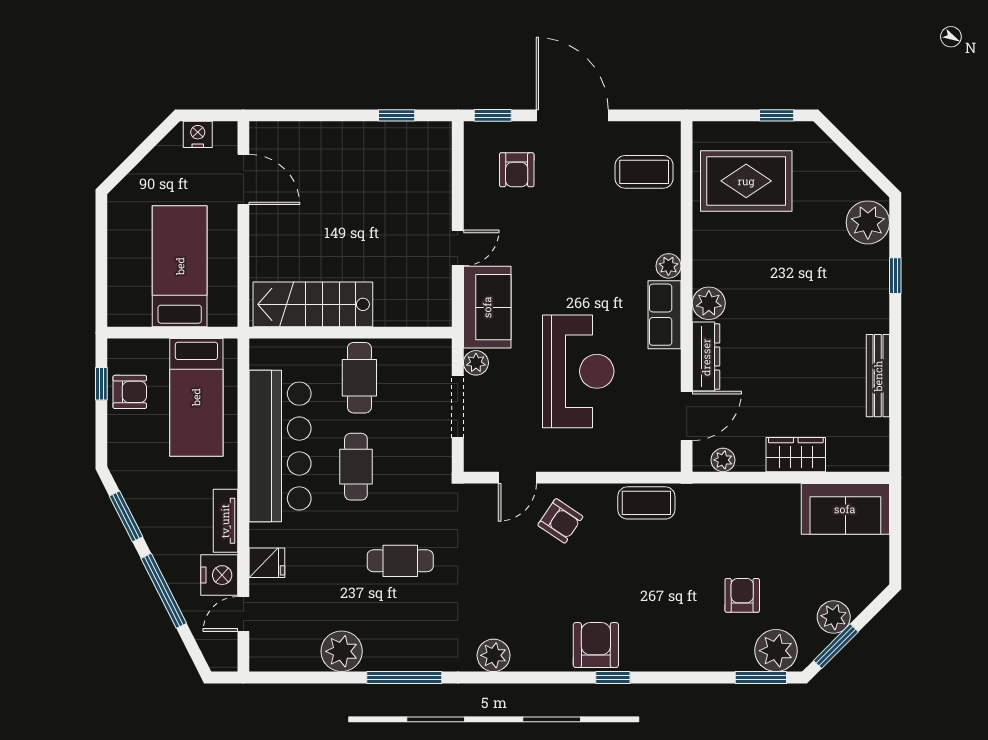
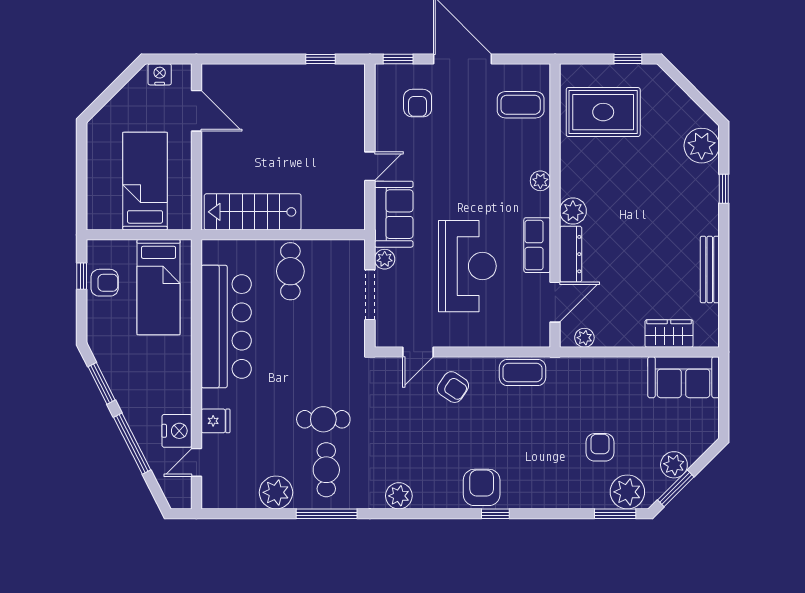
row of seats: (665, 315) -> (537, 245), moved
wardrobe: (796, 455) -> (669, 333), moved
cafe table: (356, 467) -> (326, 470), moved
tv unit: (225, 521) -> (182, 387), removed

